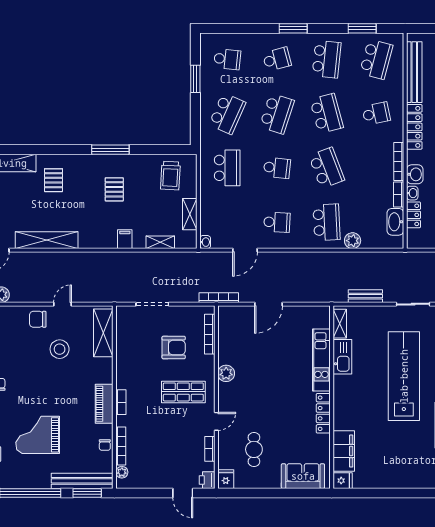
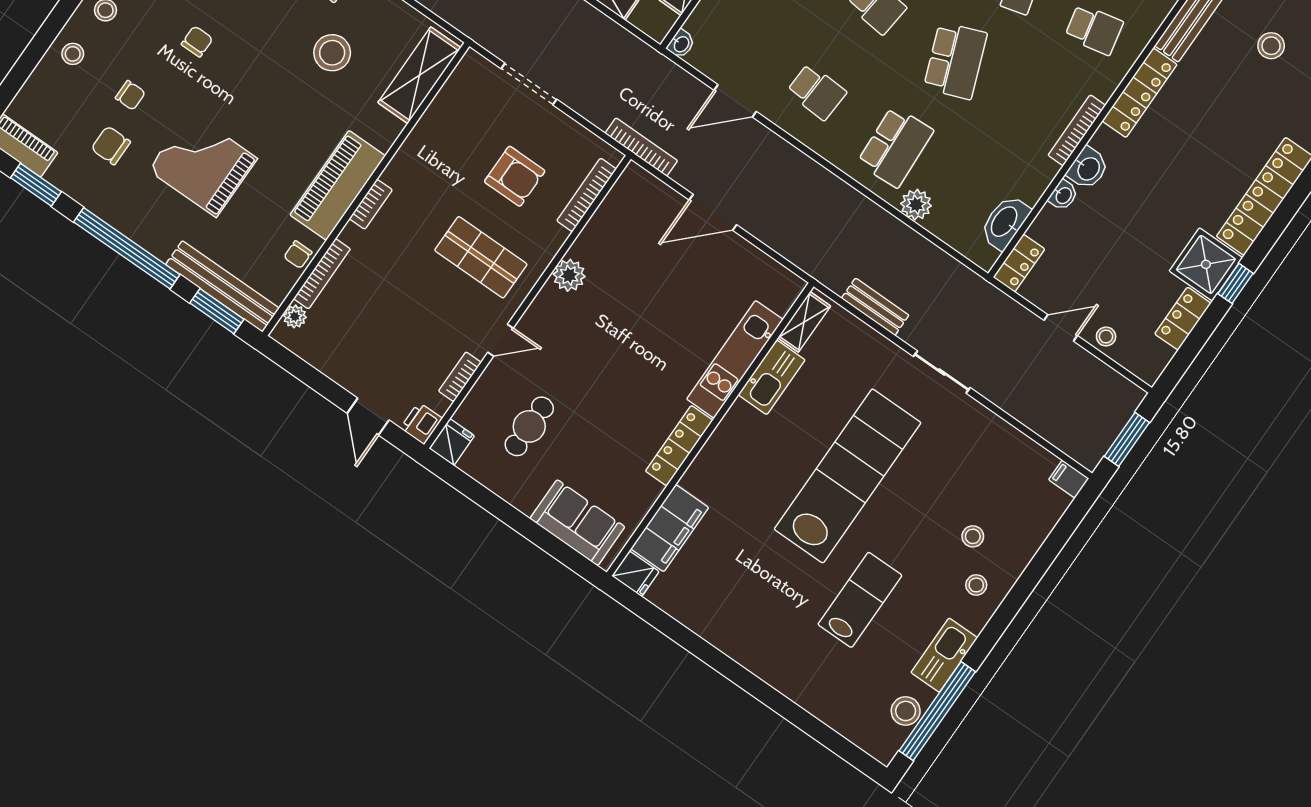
bookcase: (399, 194) -> (1040, 182), removed
locker: (414, 215) -> (1019, 263), moved
piano: (104, 404) -> (338, 185), width x1.37, depth x1.33

